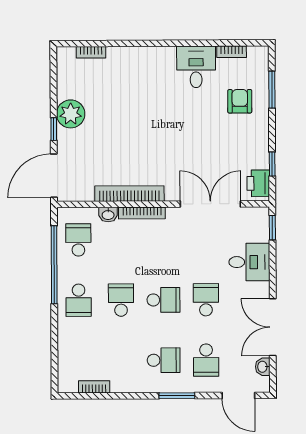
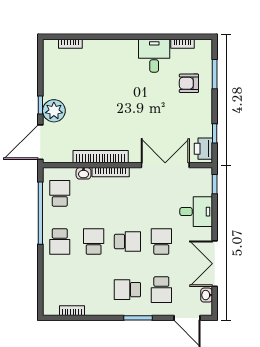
armchair: (240, 101) -> (189, 83), turned -90
plant: (71, 114) -> (54, 111), moved
school desk: (164, 360) -> (127, 290), turned 180

